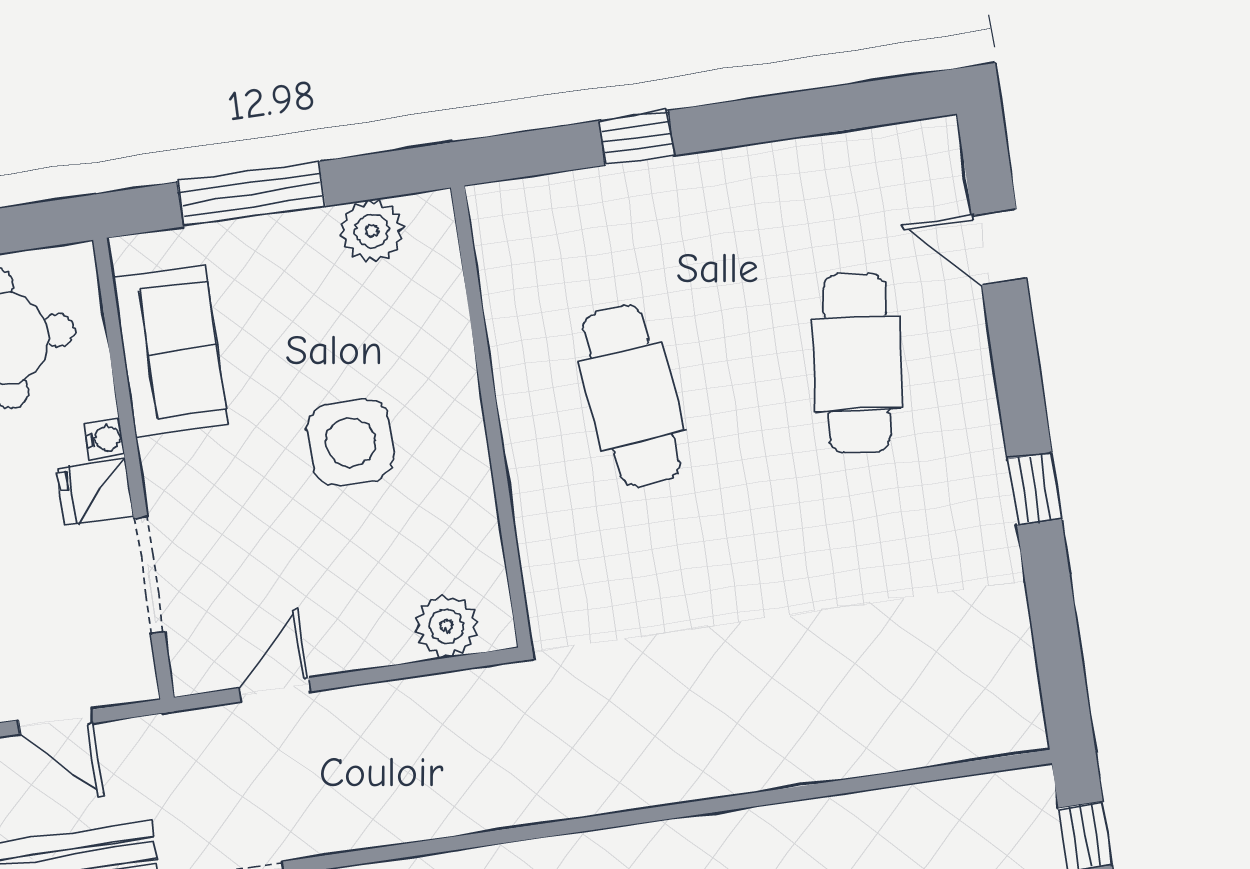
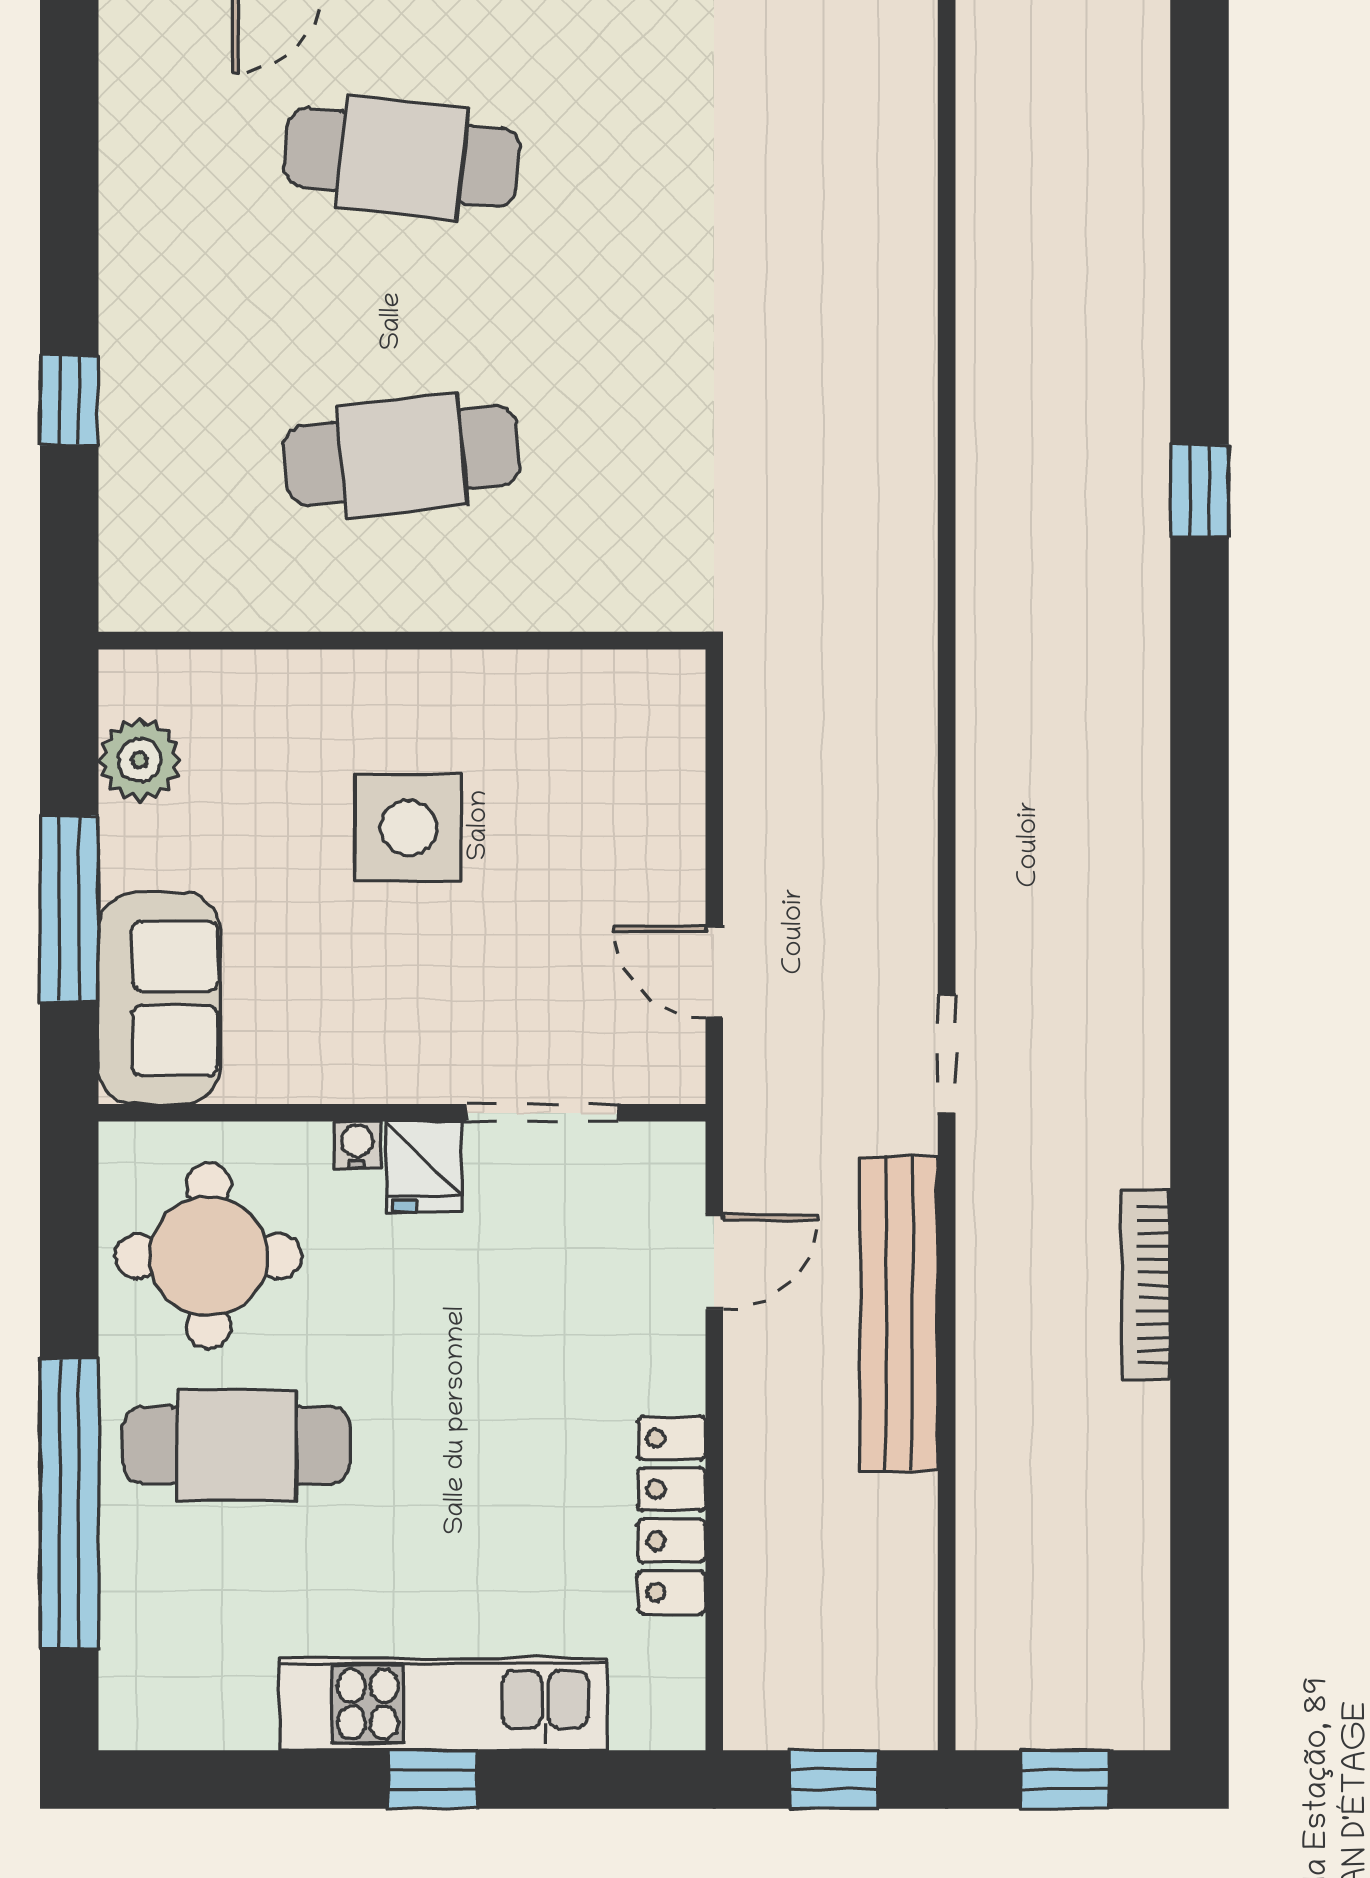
sofa: (170, 352) -> (159, 999), moved, turned 90
plant: (447, 626) -> (664, 738), removed

